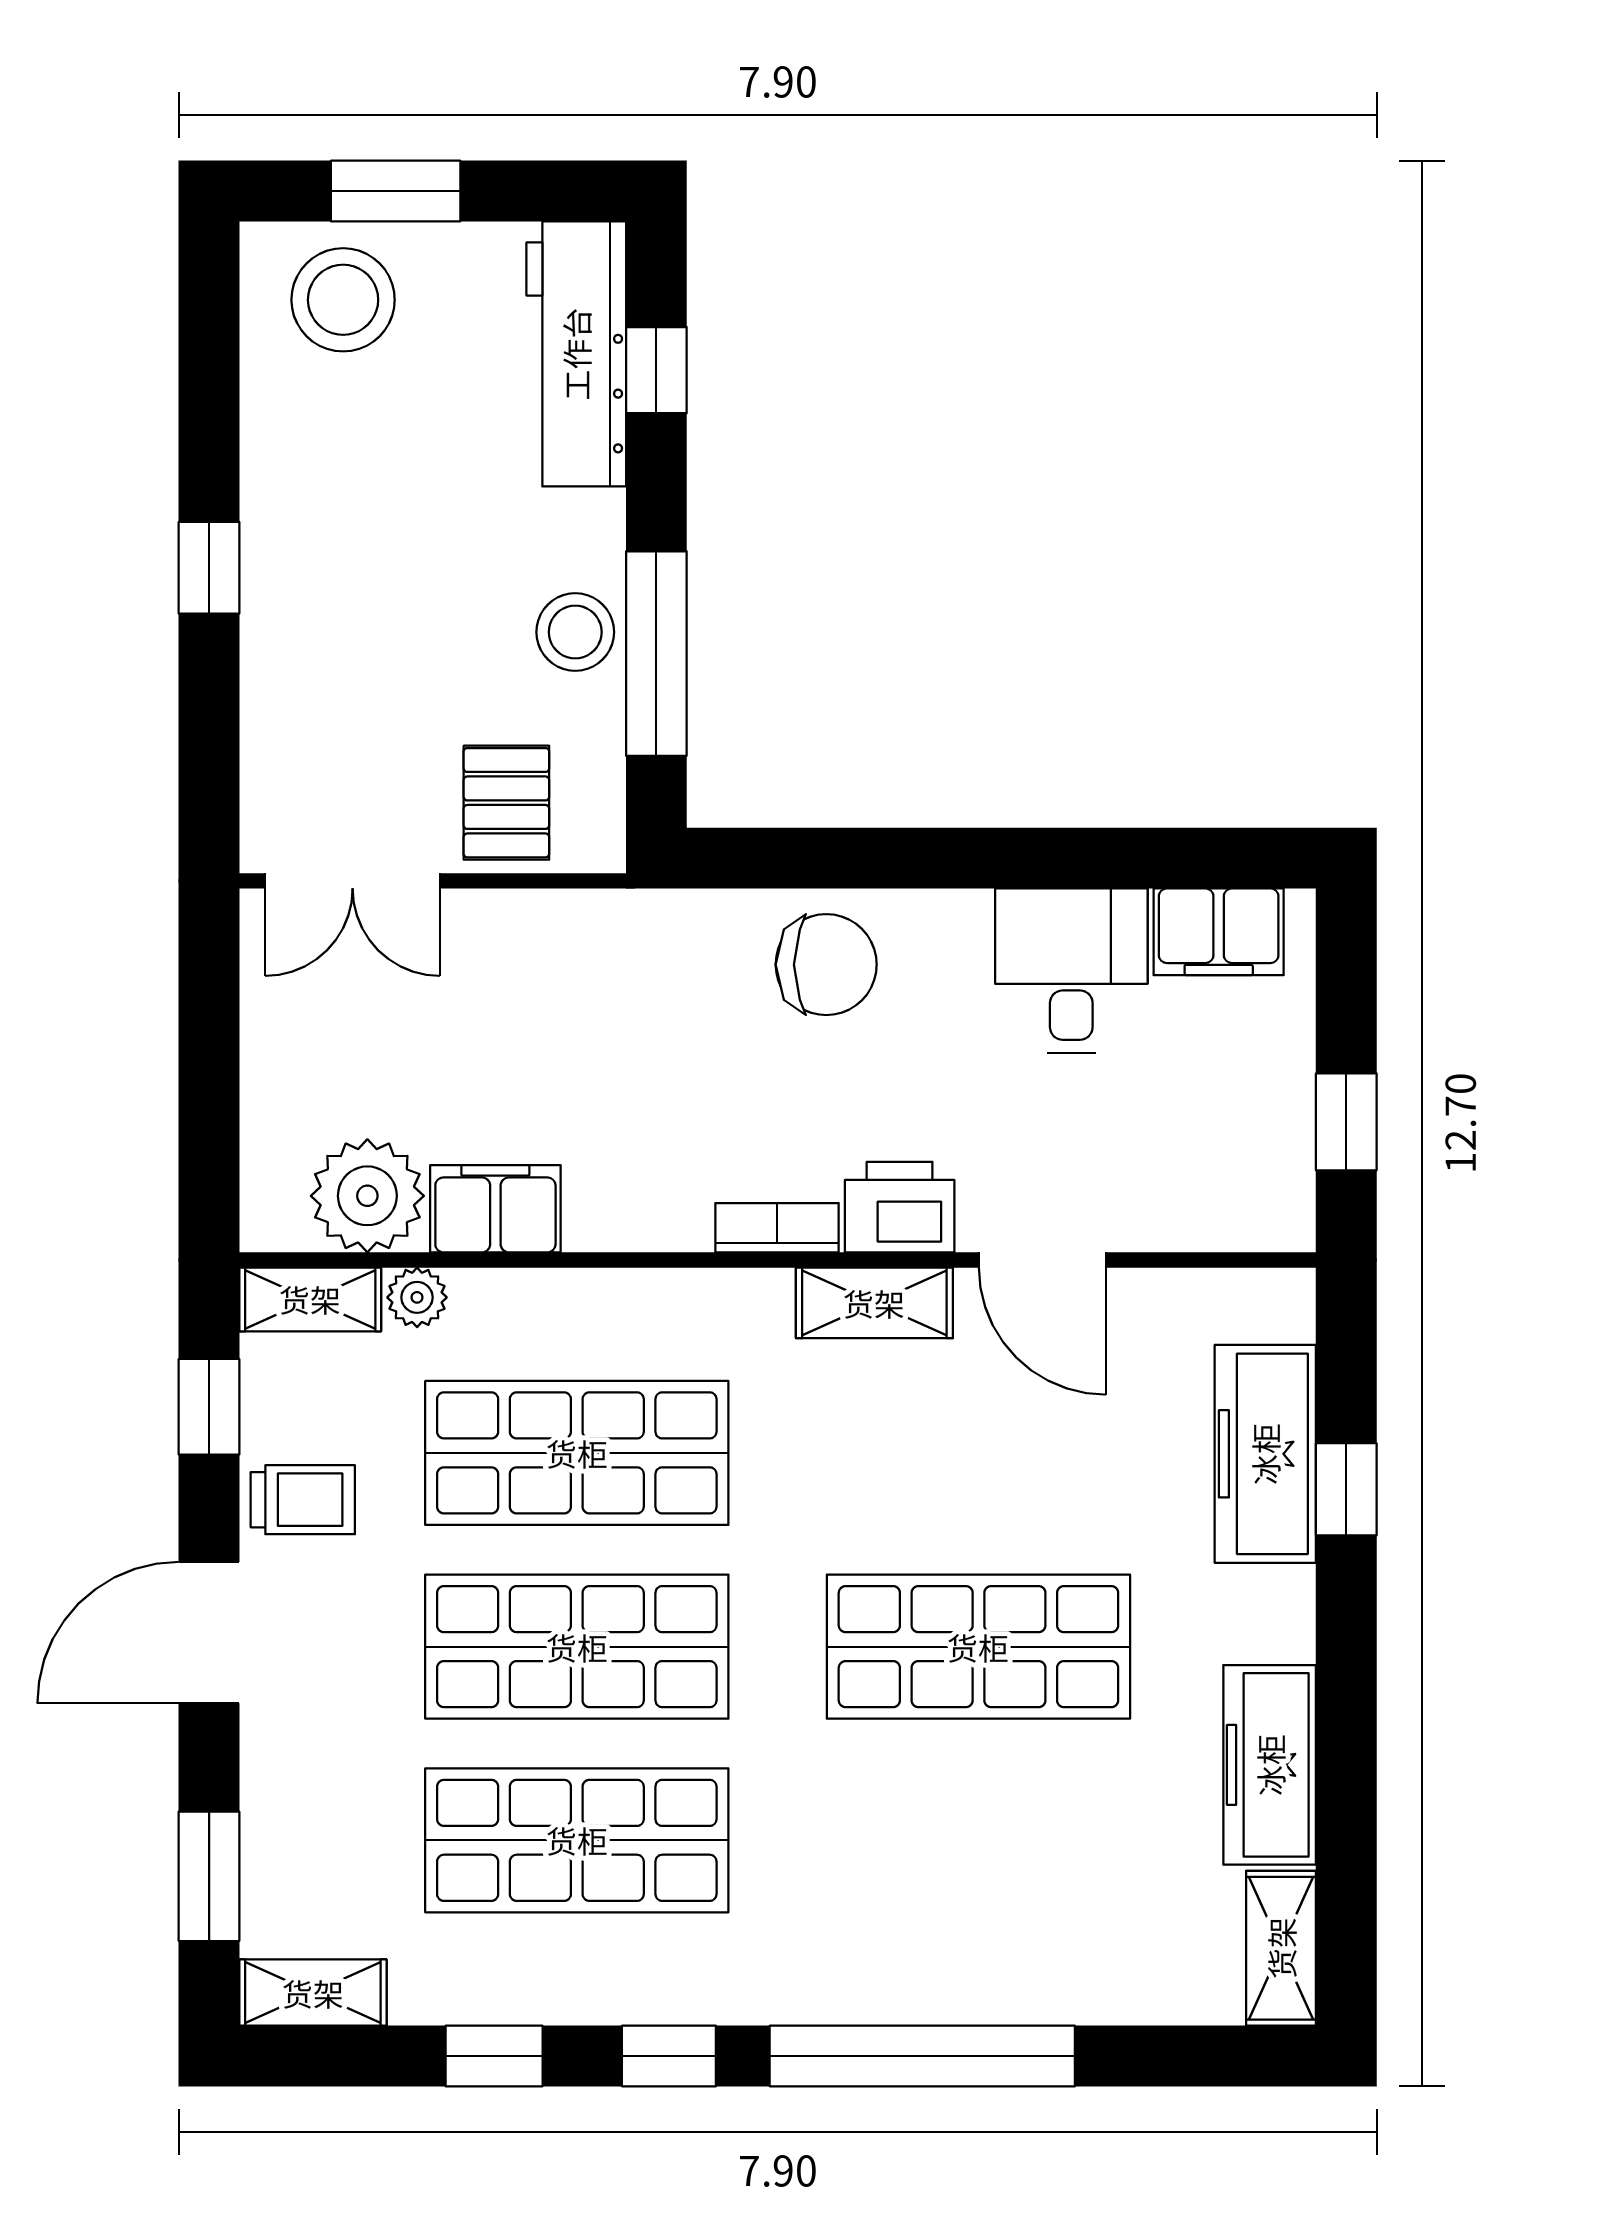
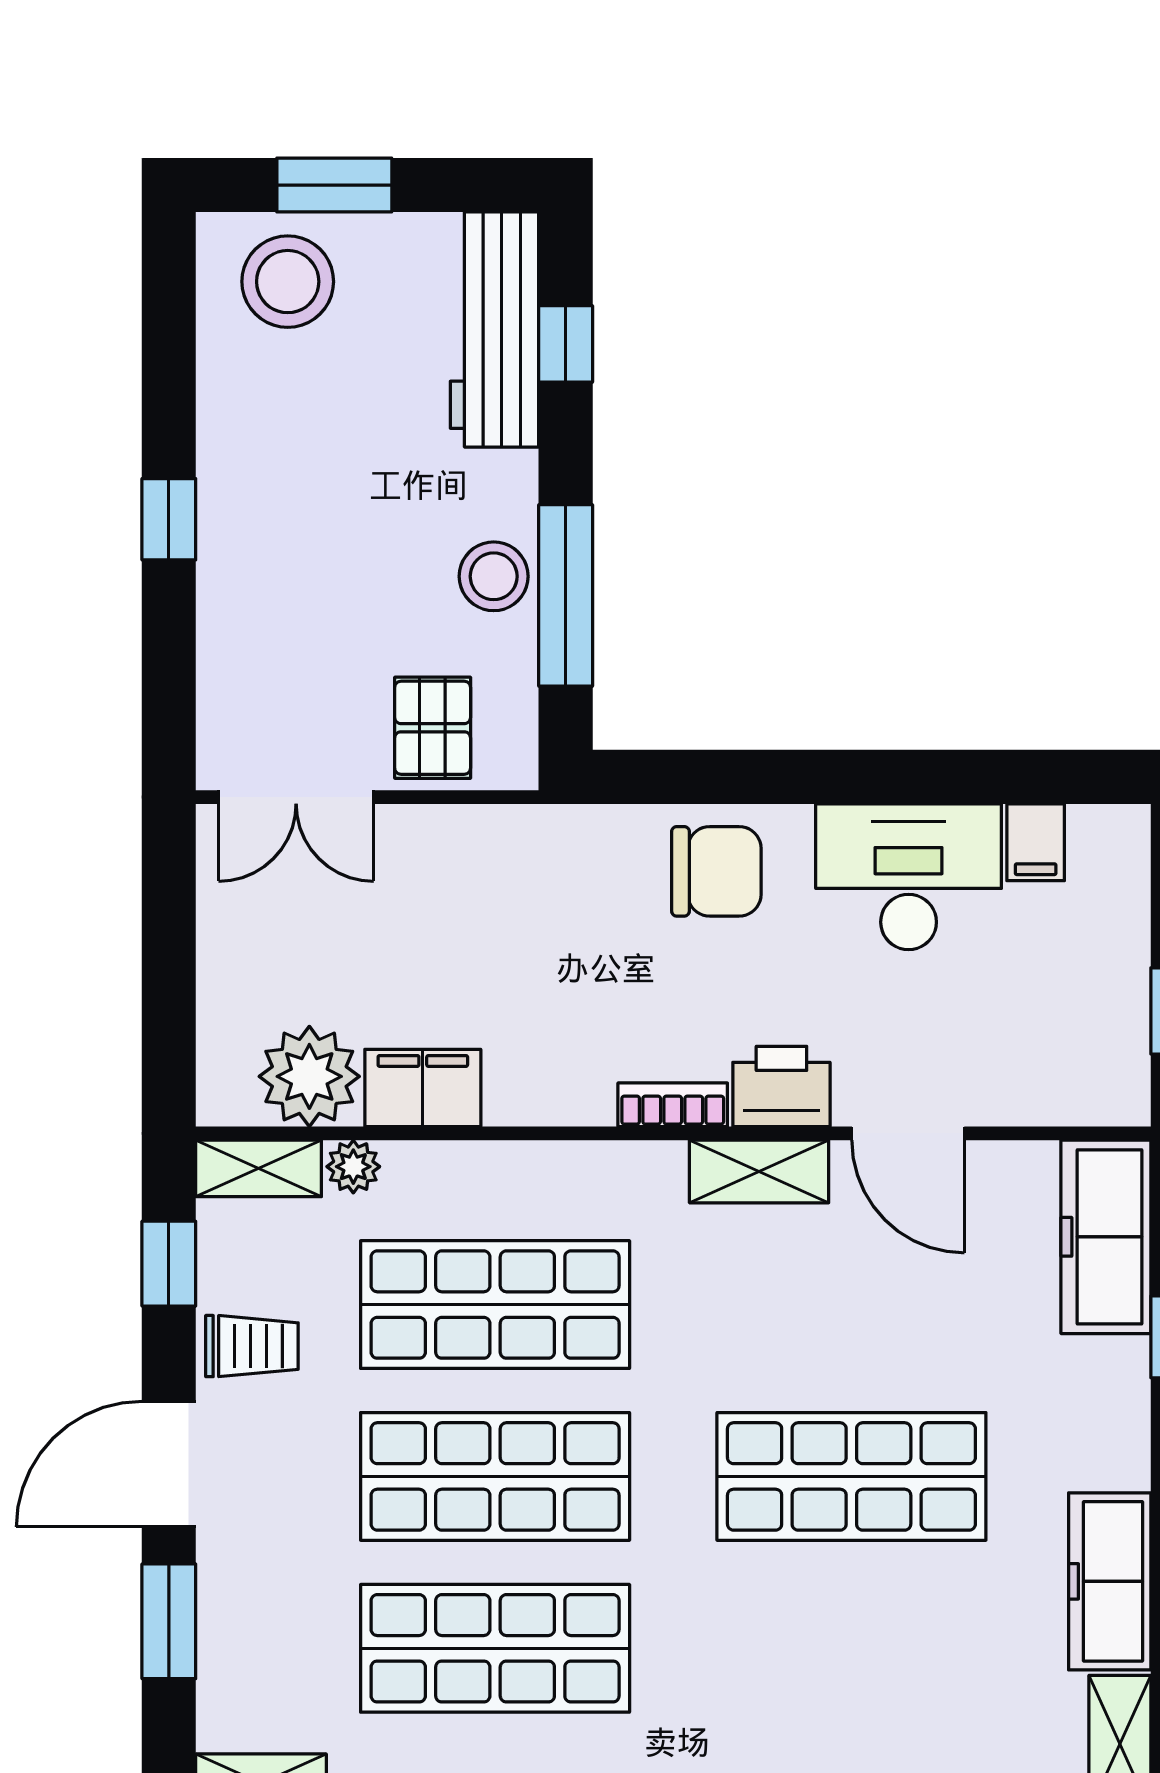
filing cabinet: (1219, 932) -> (1036, 842), width x0.50
desk: (1071, 971) -> (909, 877), width x1.37
freezer: (1265, 1454) -> (1106, 1237), moved
window: (209, 1876) -> (169, 1621), moved

